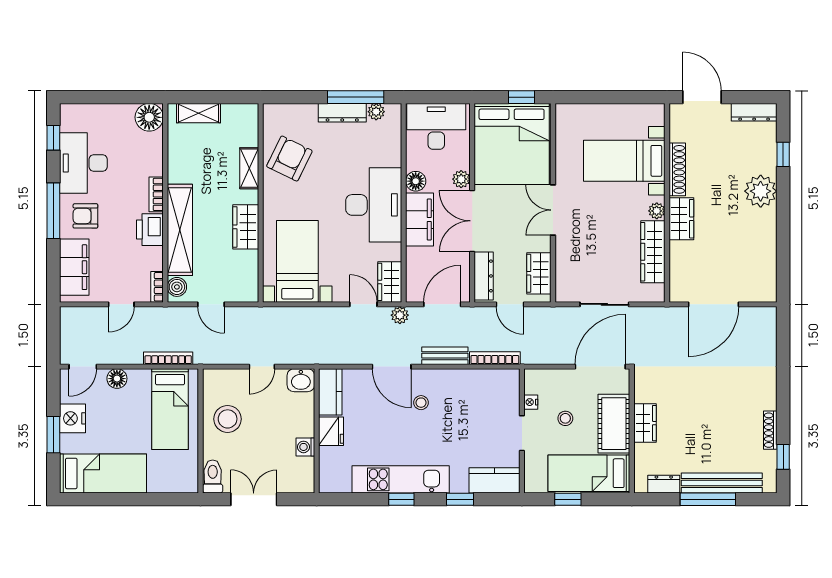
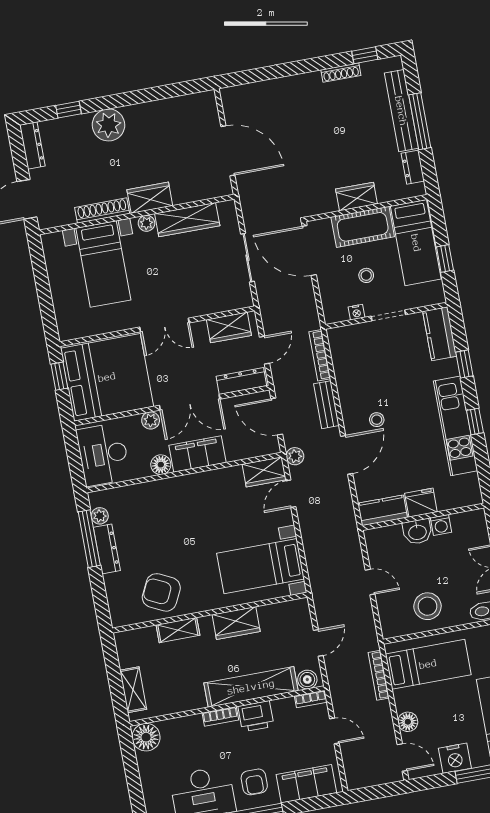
desk: (374, 205) -> (192, 501), removed
washbasin: (301, 380) -> (417, 532), moved, turned 90

